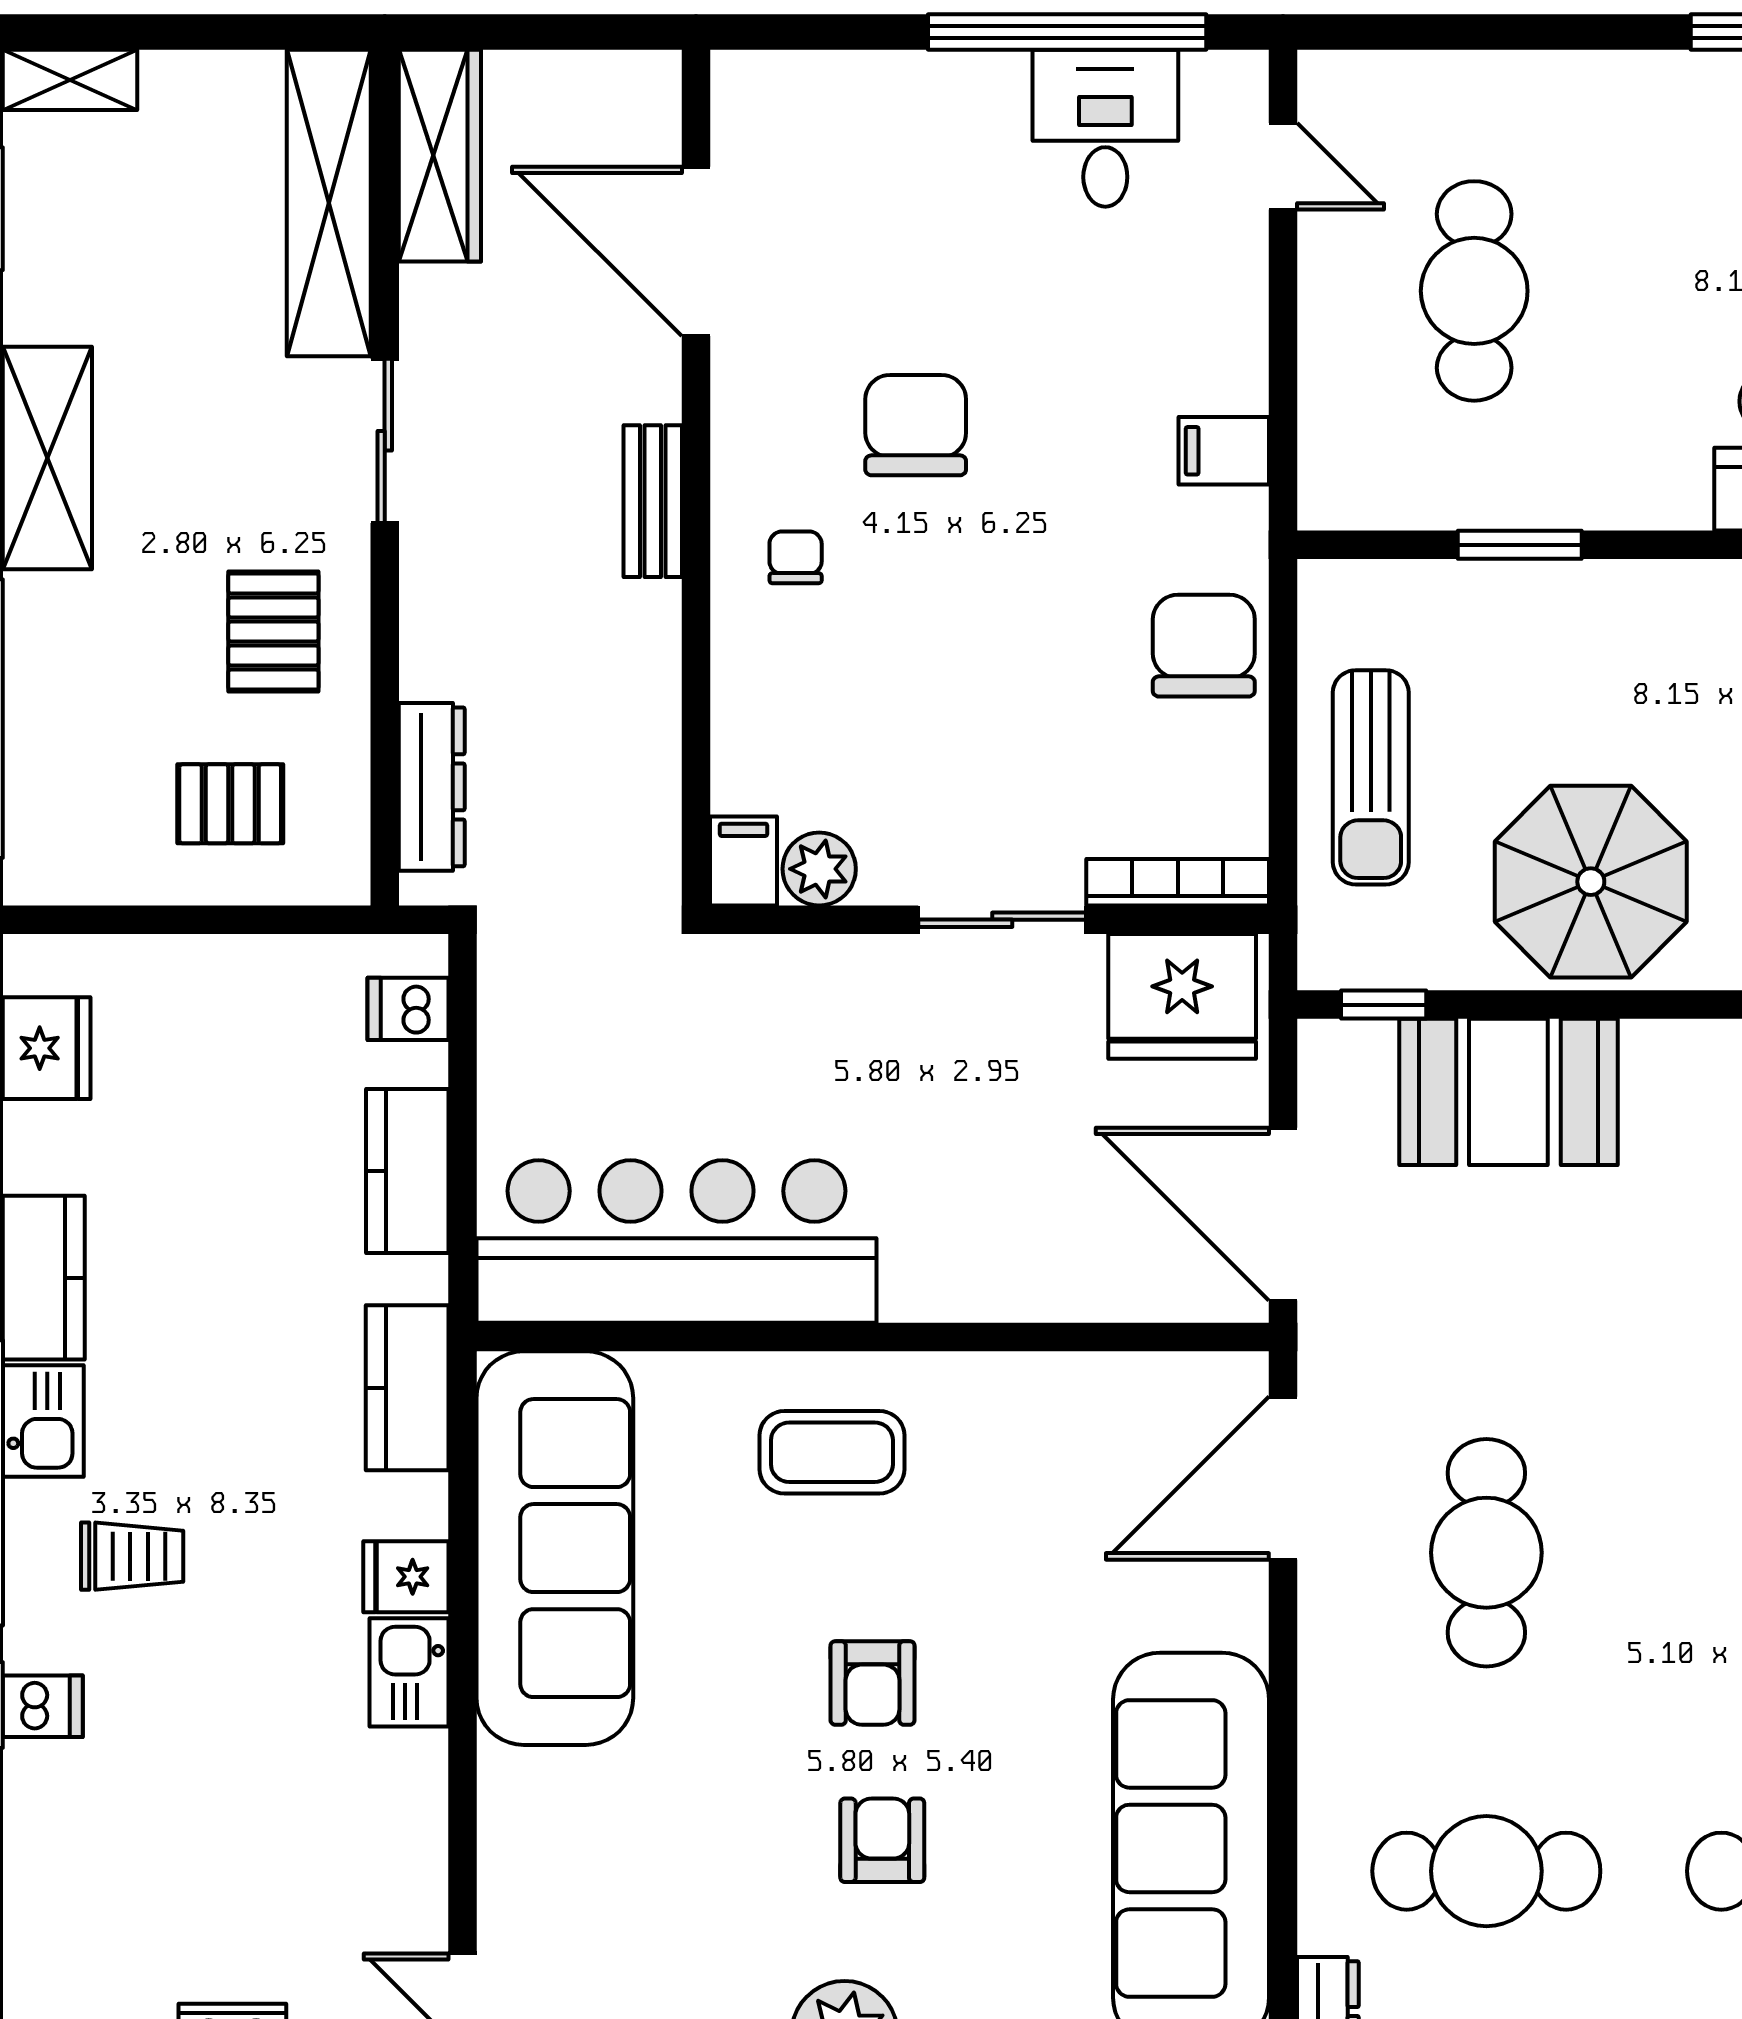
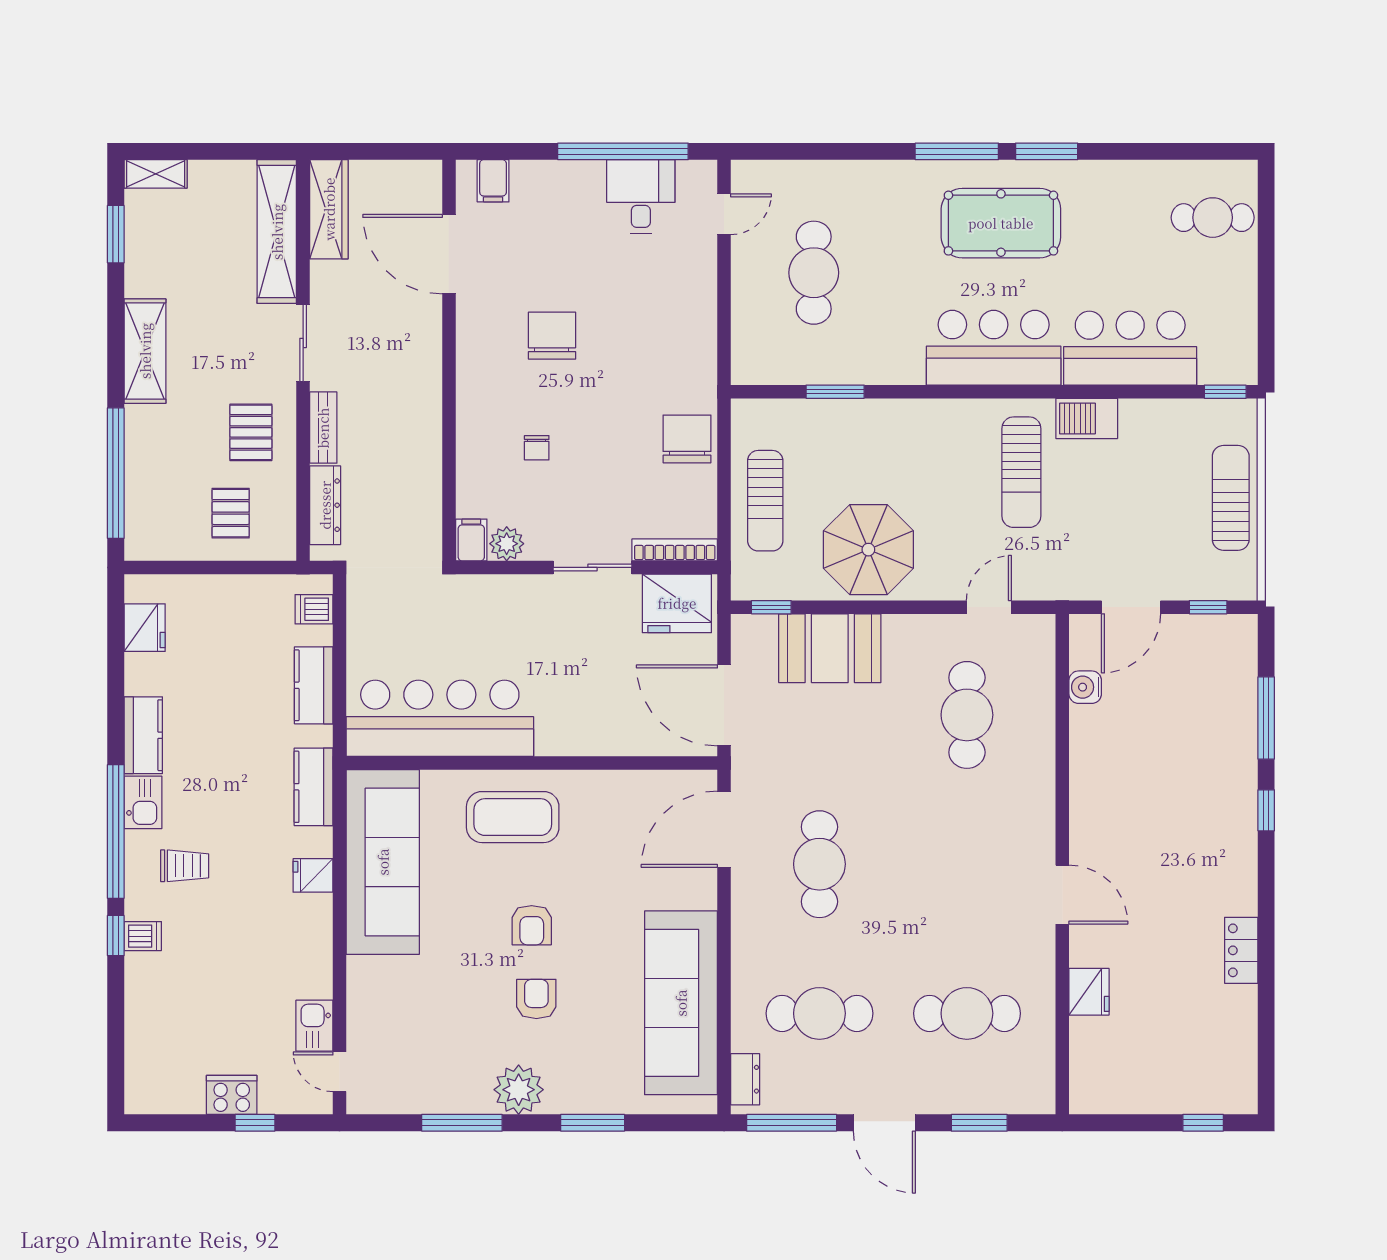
door: (1283, 166) -> (724, 214), hinge flipped
filing cabinet: (1224, 451) -> (493, 181), moved, turned -90
bench: (653, 501) -> (323, 428), moved
chair: (796, 557) -> (537, 448), moved, turned 180
pallet: (230, 804) -> (231, 513), turned 90
coffee table: (832, 1452) -> (513, 817), width x1.36, depth x1.32
kitchen sink: (409, 1672) -> (314, 1026), moved

